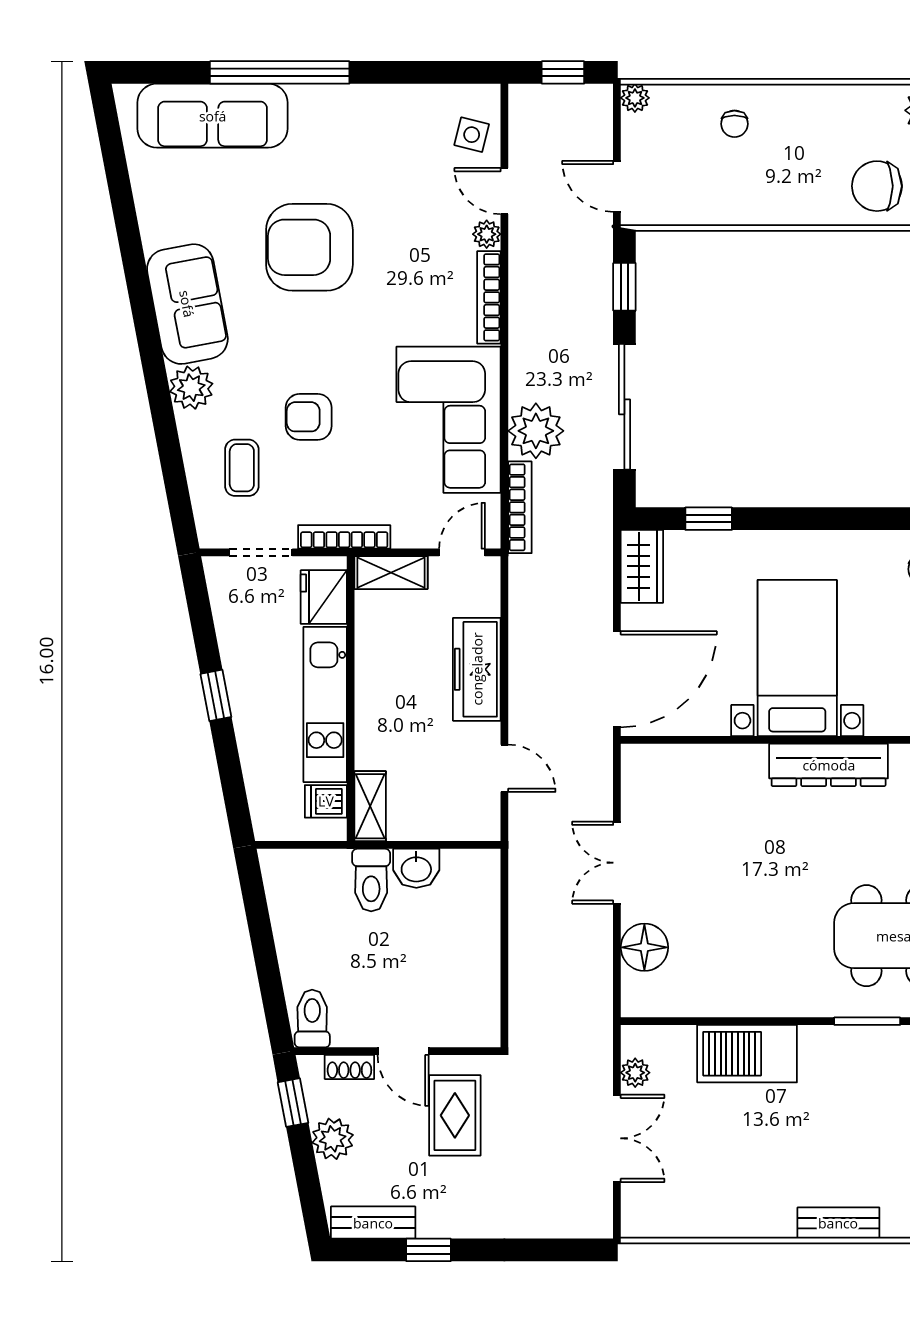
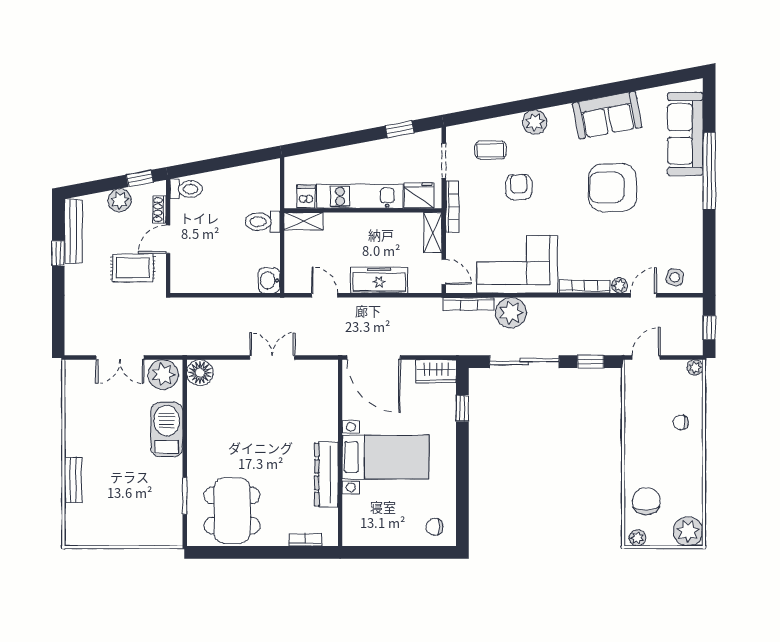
armchair: (309, 247) -> (612, 188), turned -90
sofa: (187, 304) -> (607, 115), moved
window: (216, 695) -> (400, 129), moved
door: (504, 768) -> (325, 295), swing flipped
washbasin: (416, 868) -> (269, 280), moved
floor lamp: (644, 947) -> (200, 373), moved
plant: (635, 1073) -> (163, 375), width x1.88, depth x1.88
bench: (373, 1223) -> (73, 231), width x1.36

